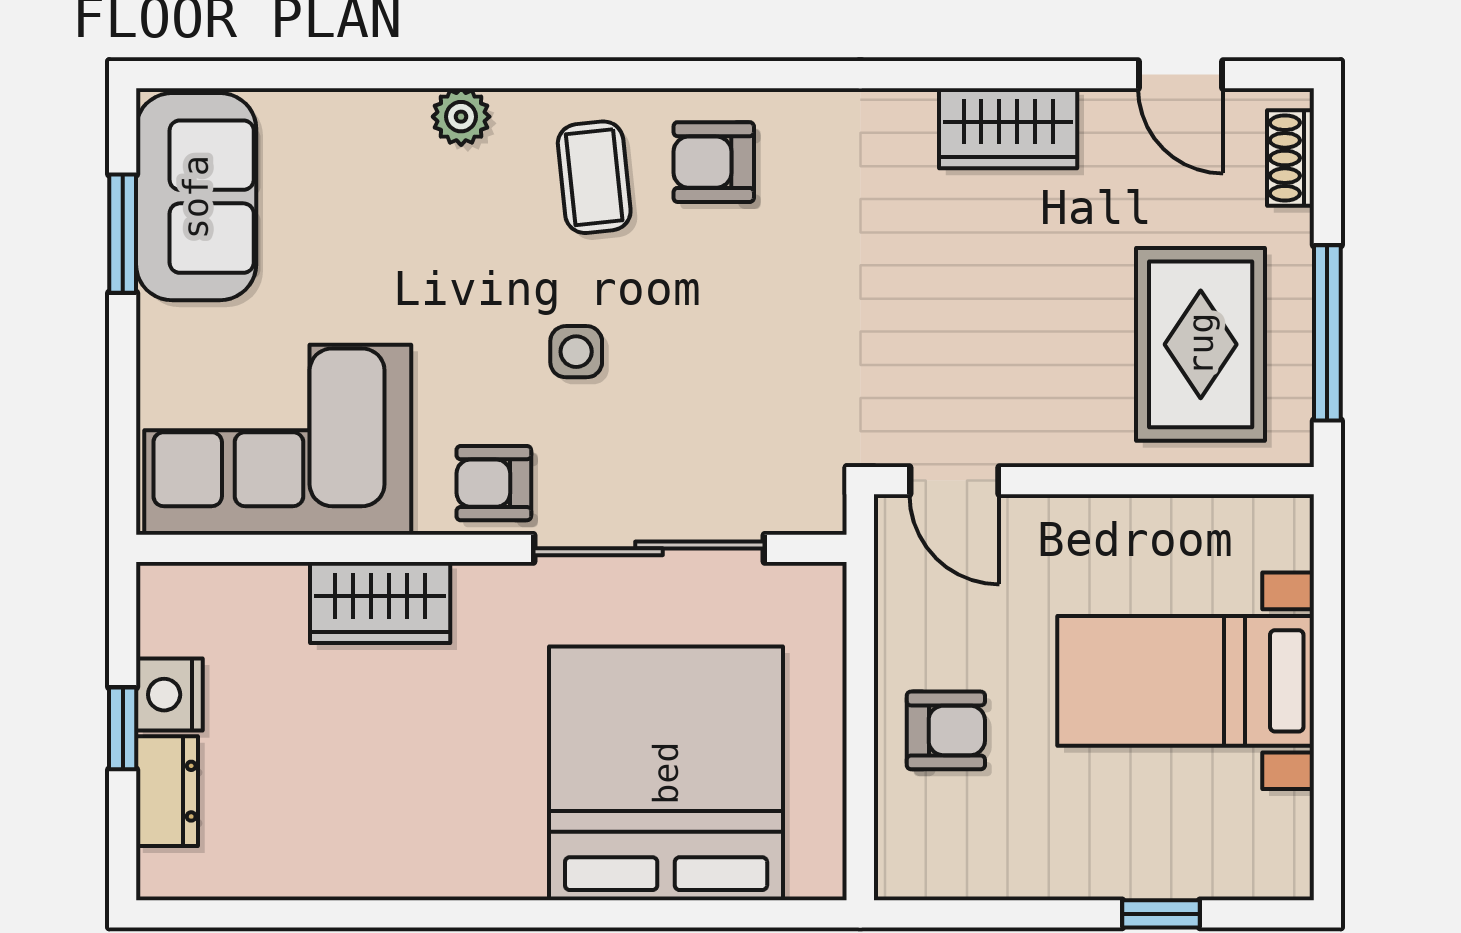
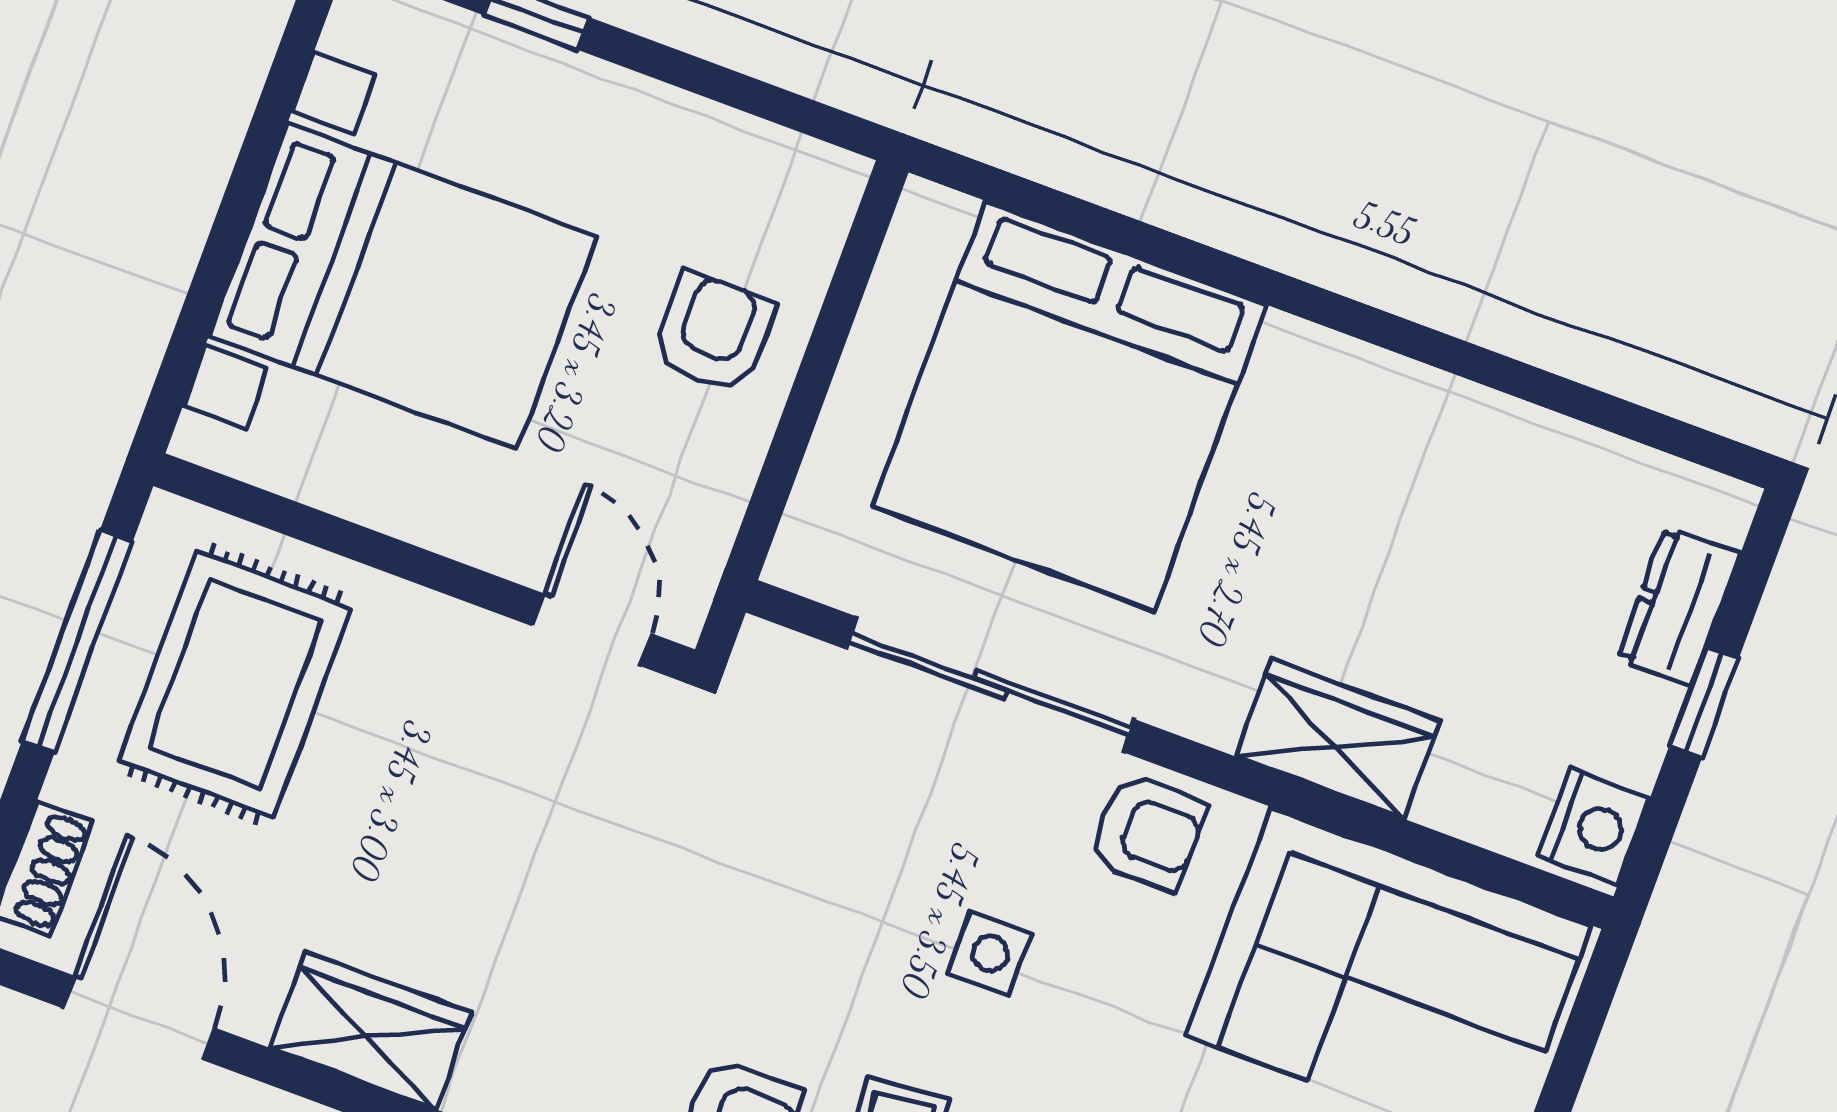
door: (1180, 75) -> (139, 1018), width x1.38
bed with nightstands: (1186, 681) -> (403, 286), width x1.36
nightstand: (169, 695) -> (1594, 827), moved
armchair: (946, 730) -> (714, 333), turned 90

